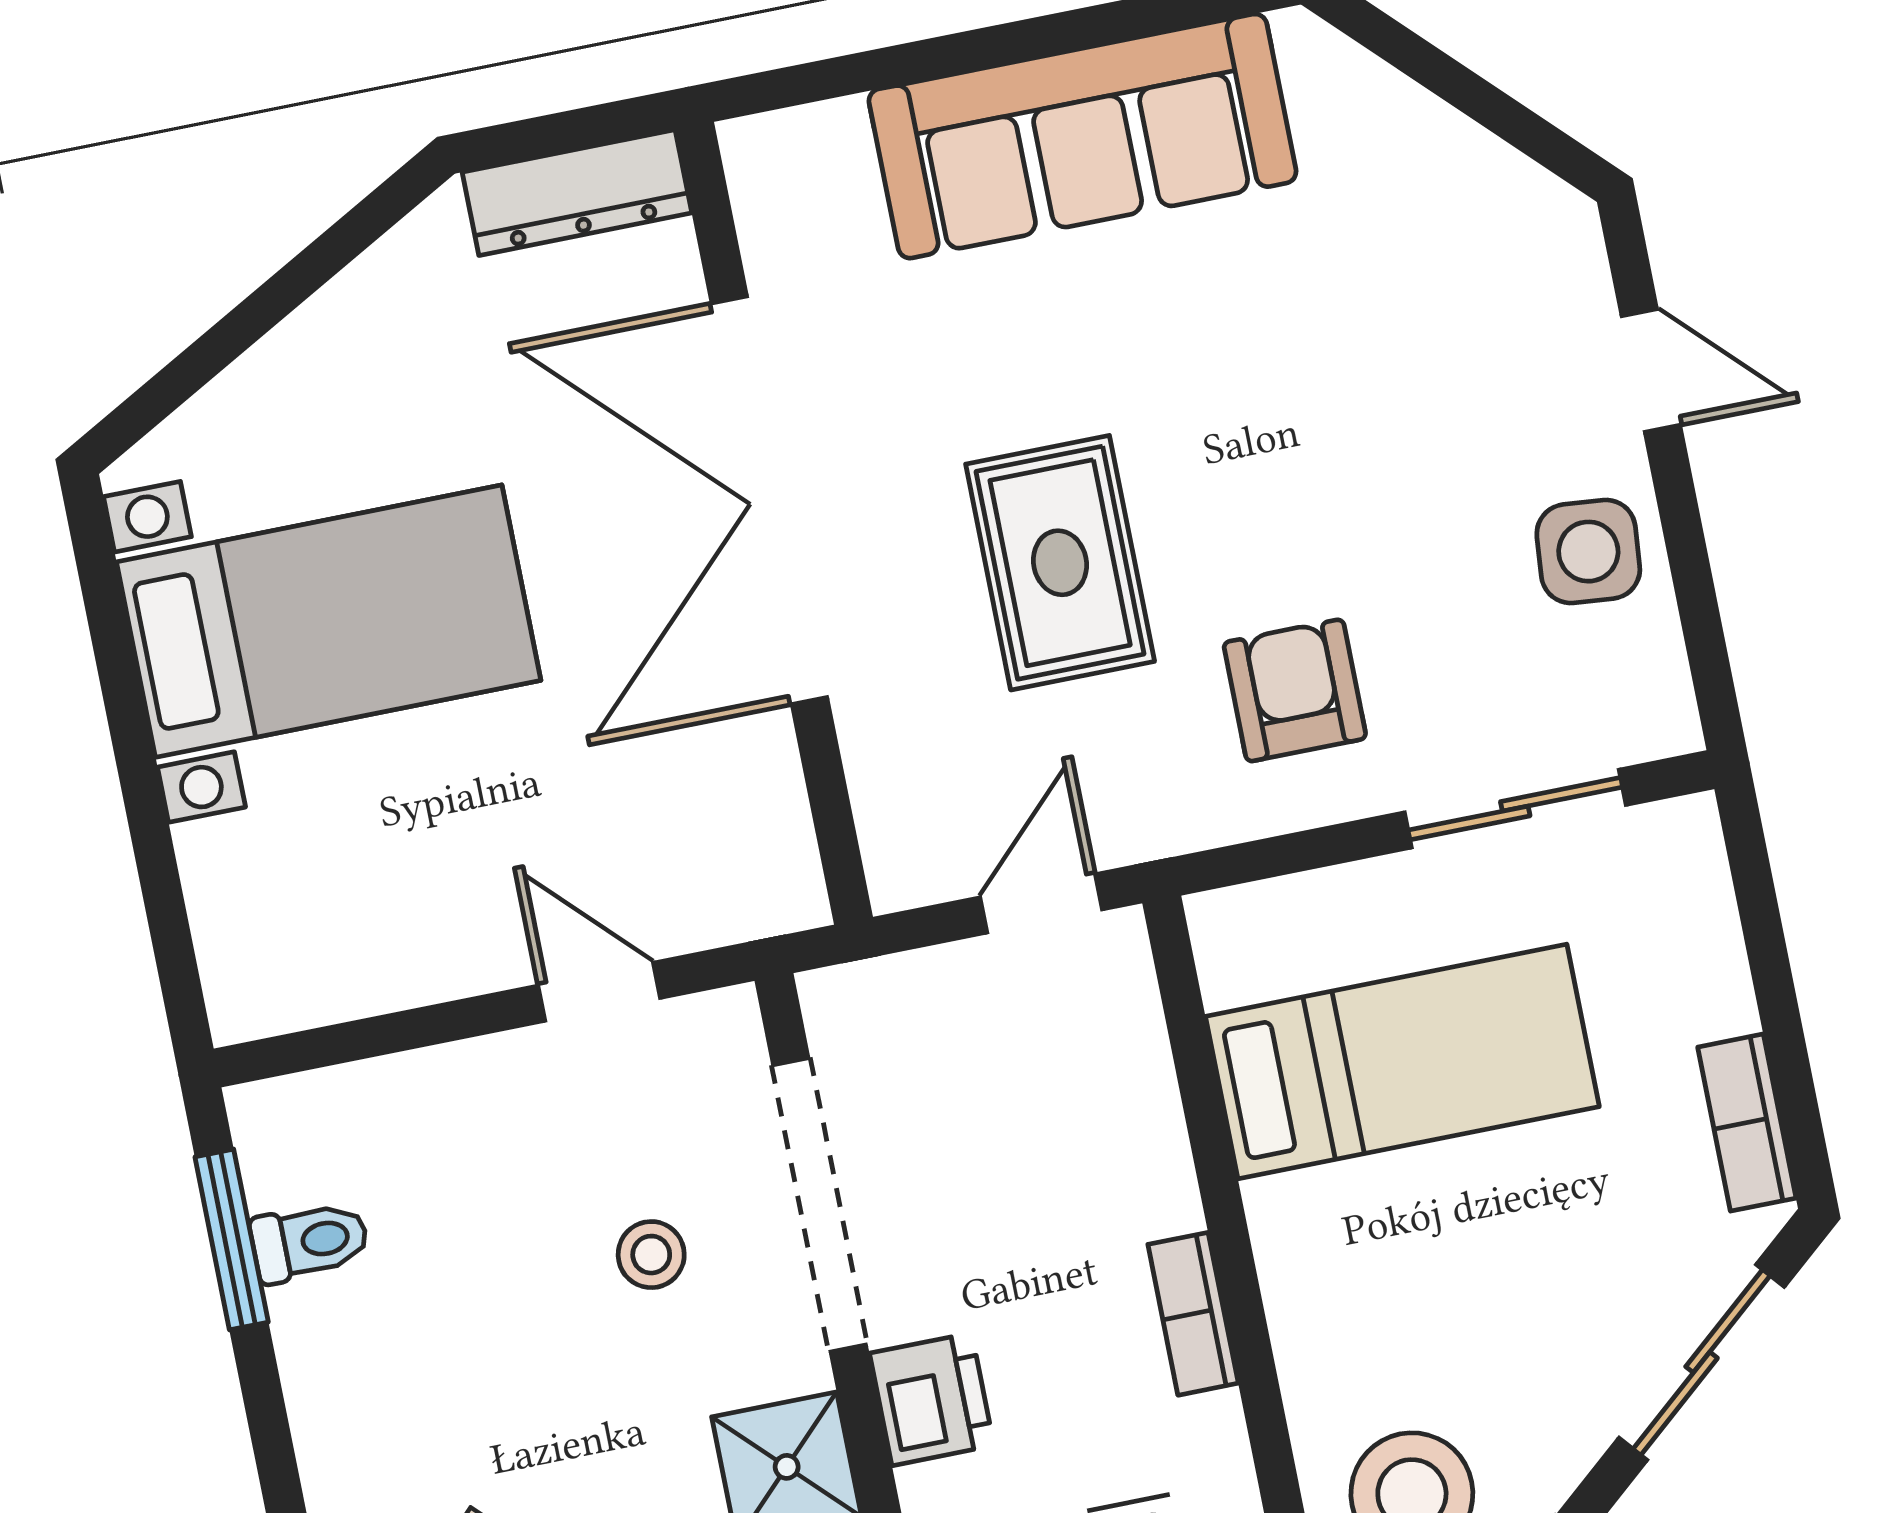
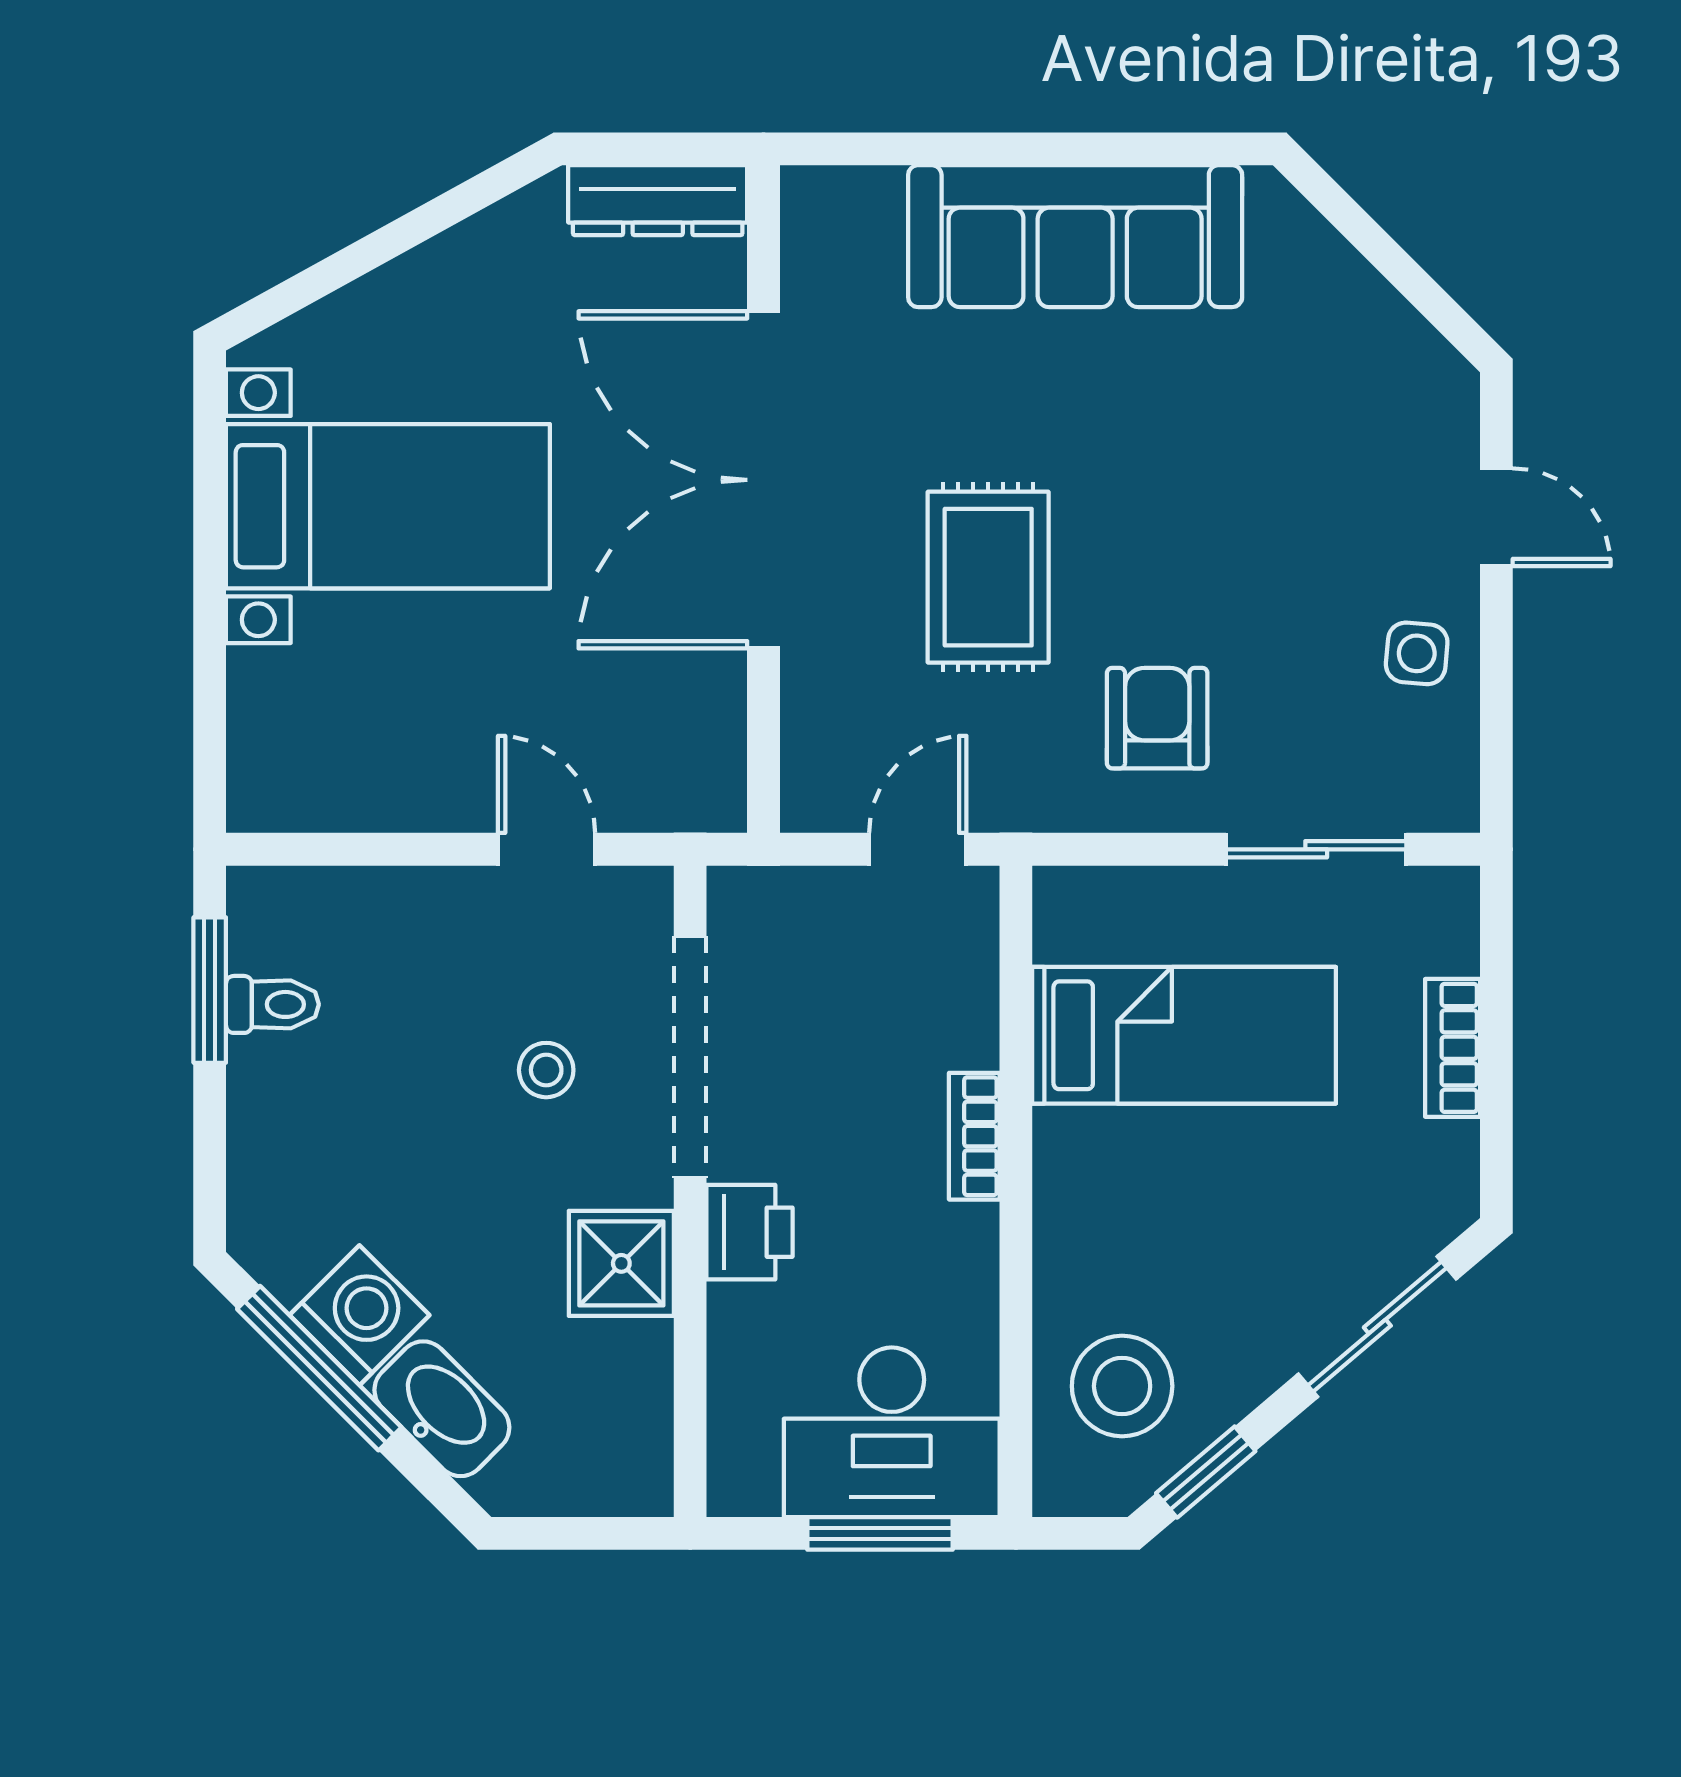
side table: (1588, 552) -> (1417, 653), width x0.73, depth x0.73
bookcase: (1747, 1123) -> (1453, 1048), moved
bookcase: (1193, 1314) -> (974, 1136), moved

